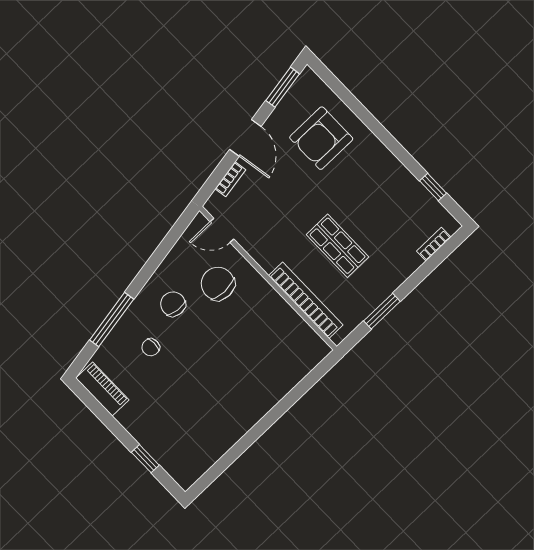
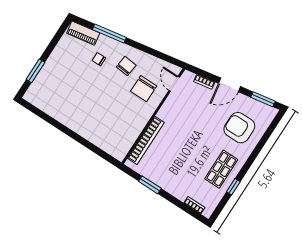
window: (433, 187) -> (233, 187), moved
shop shelf: (338, 246) -> (221, 169), moved
chair: (218, 284) -> (144, 89), turned 180
piano: (102, 389) -> (83, 33), moved, turned 80
window: (145, 459) -> (35, 71), width x1.50

